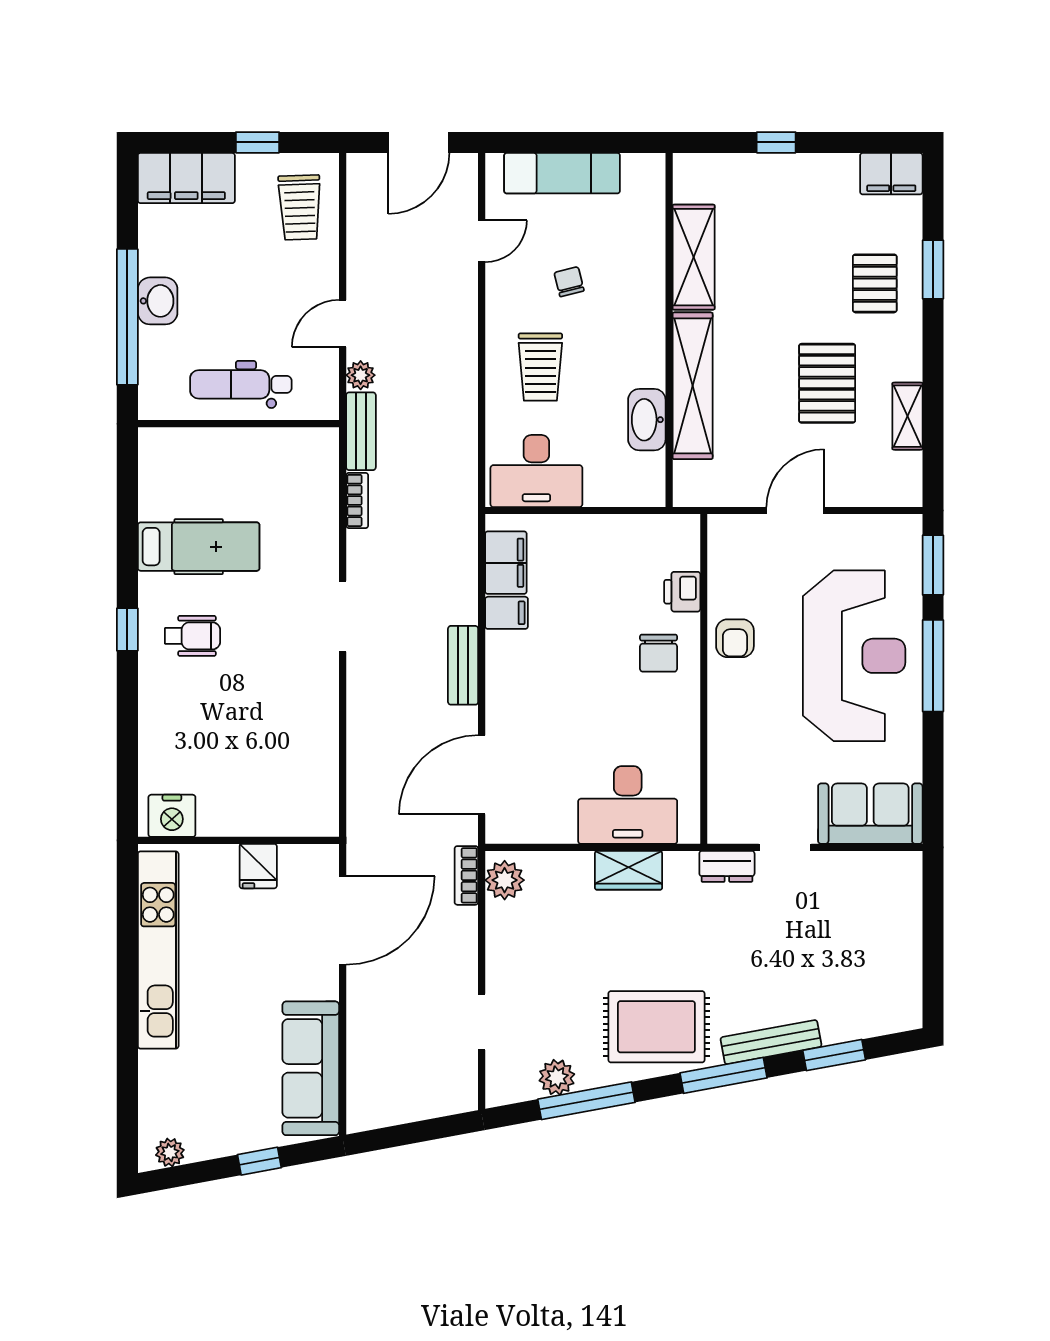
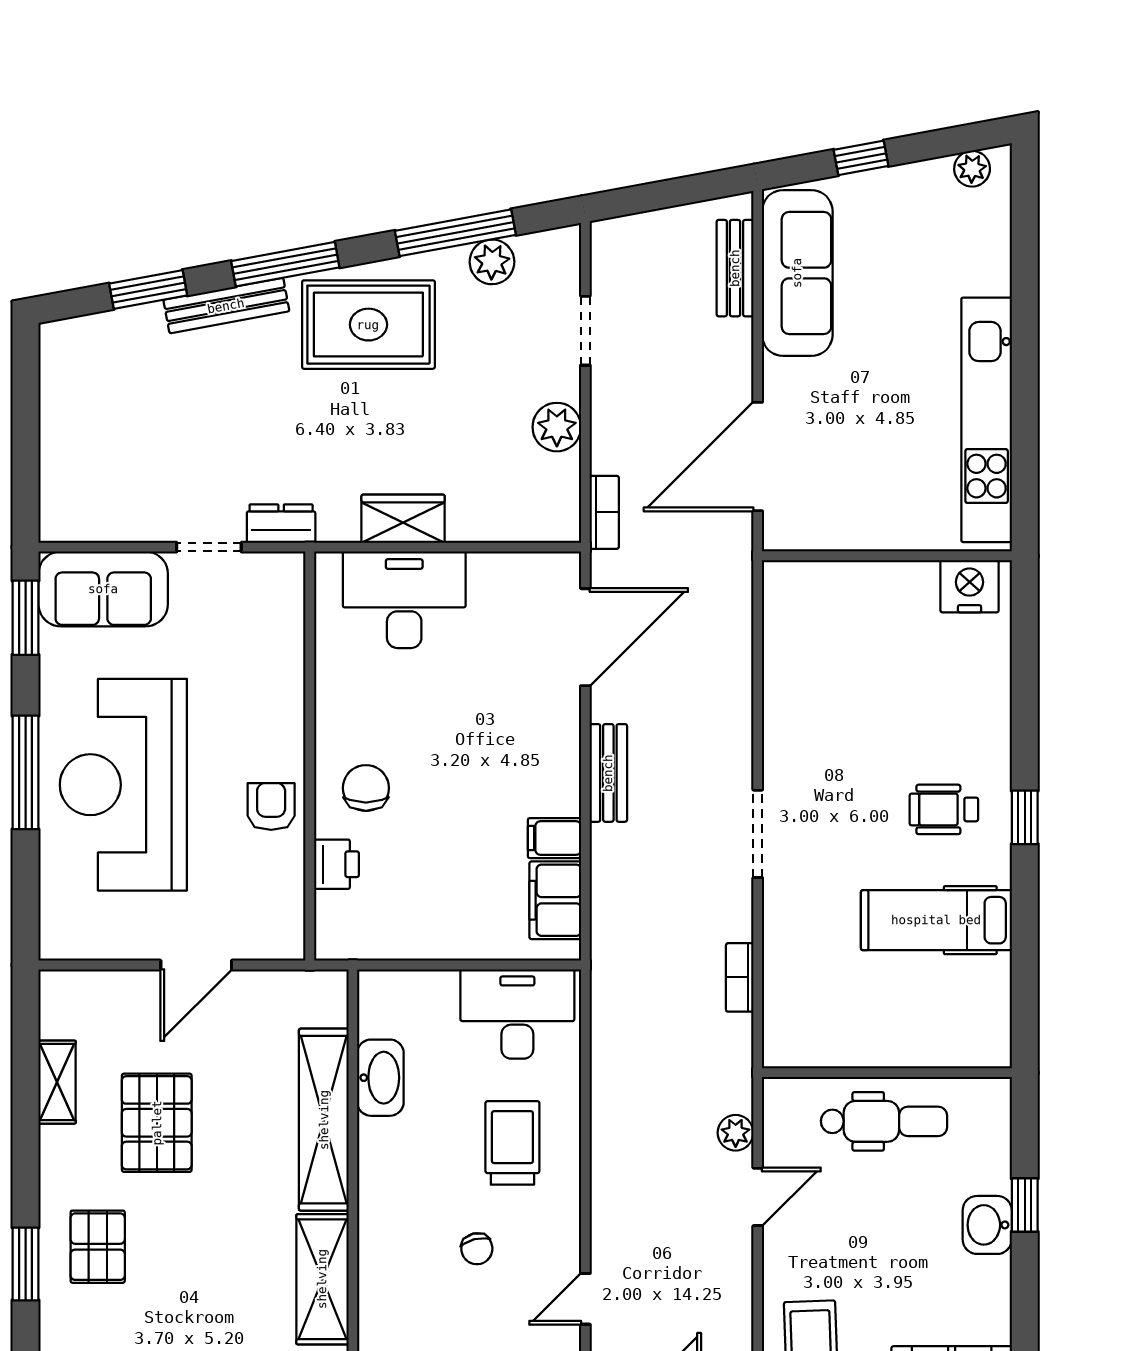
window: (127, 317) -> (1025, 1205), width x0.32
bench: (361, 431) -> (735, 268), moved
window: (933, 565) -> (26, 618), moved
fridge: (258, 866) -> (862, 524), removed
plant: (505, 880) -> (557, 427), moved

